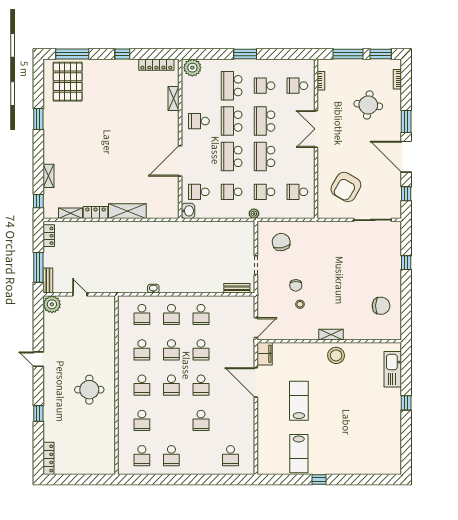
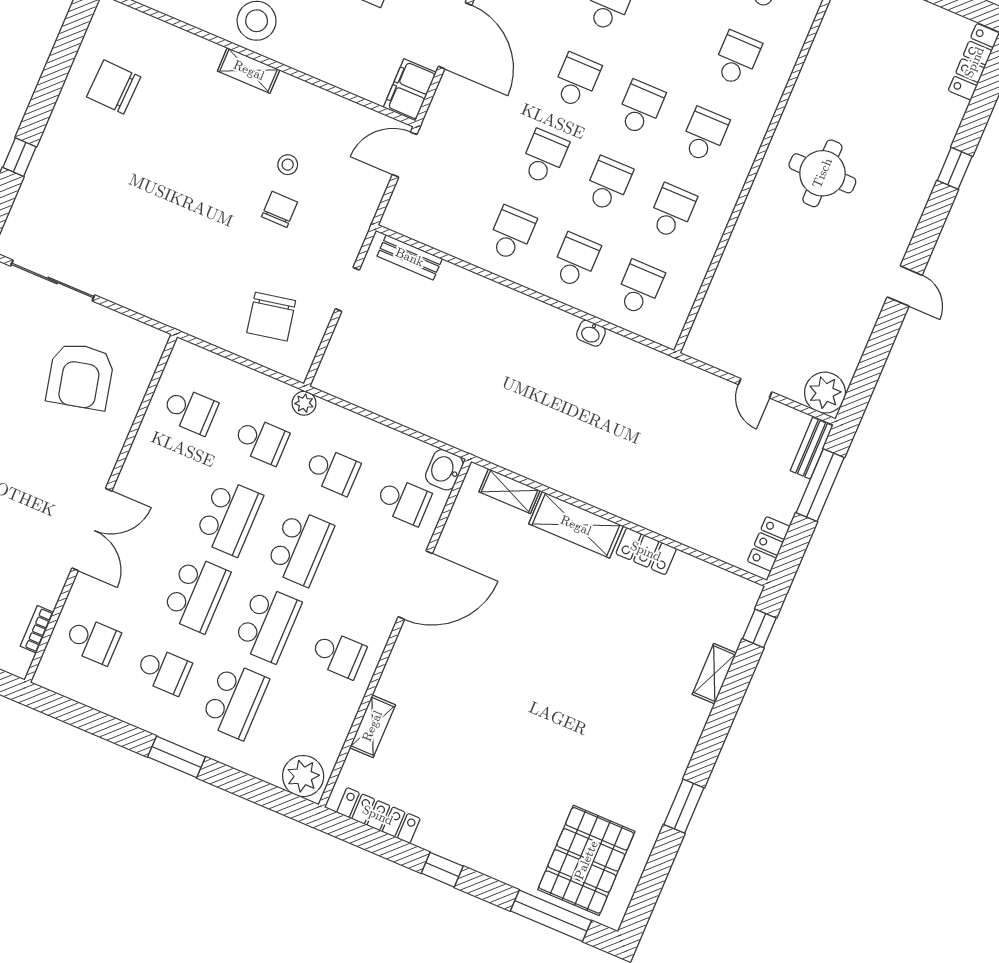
armchair: (346, 187) -> (80, 376), turned 137
shelving: (70, 213) -> (510, 491), moved

